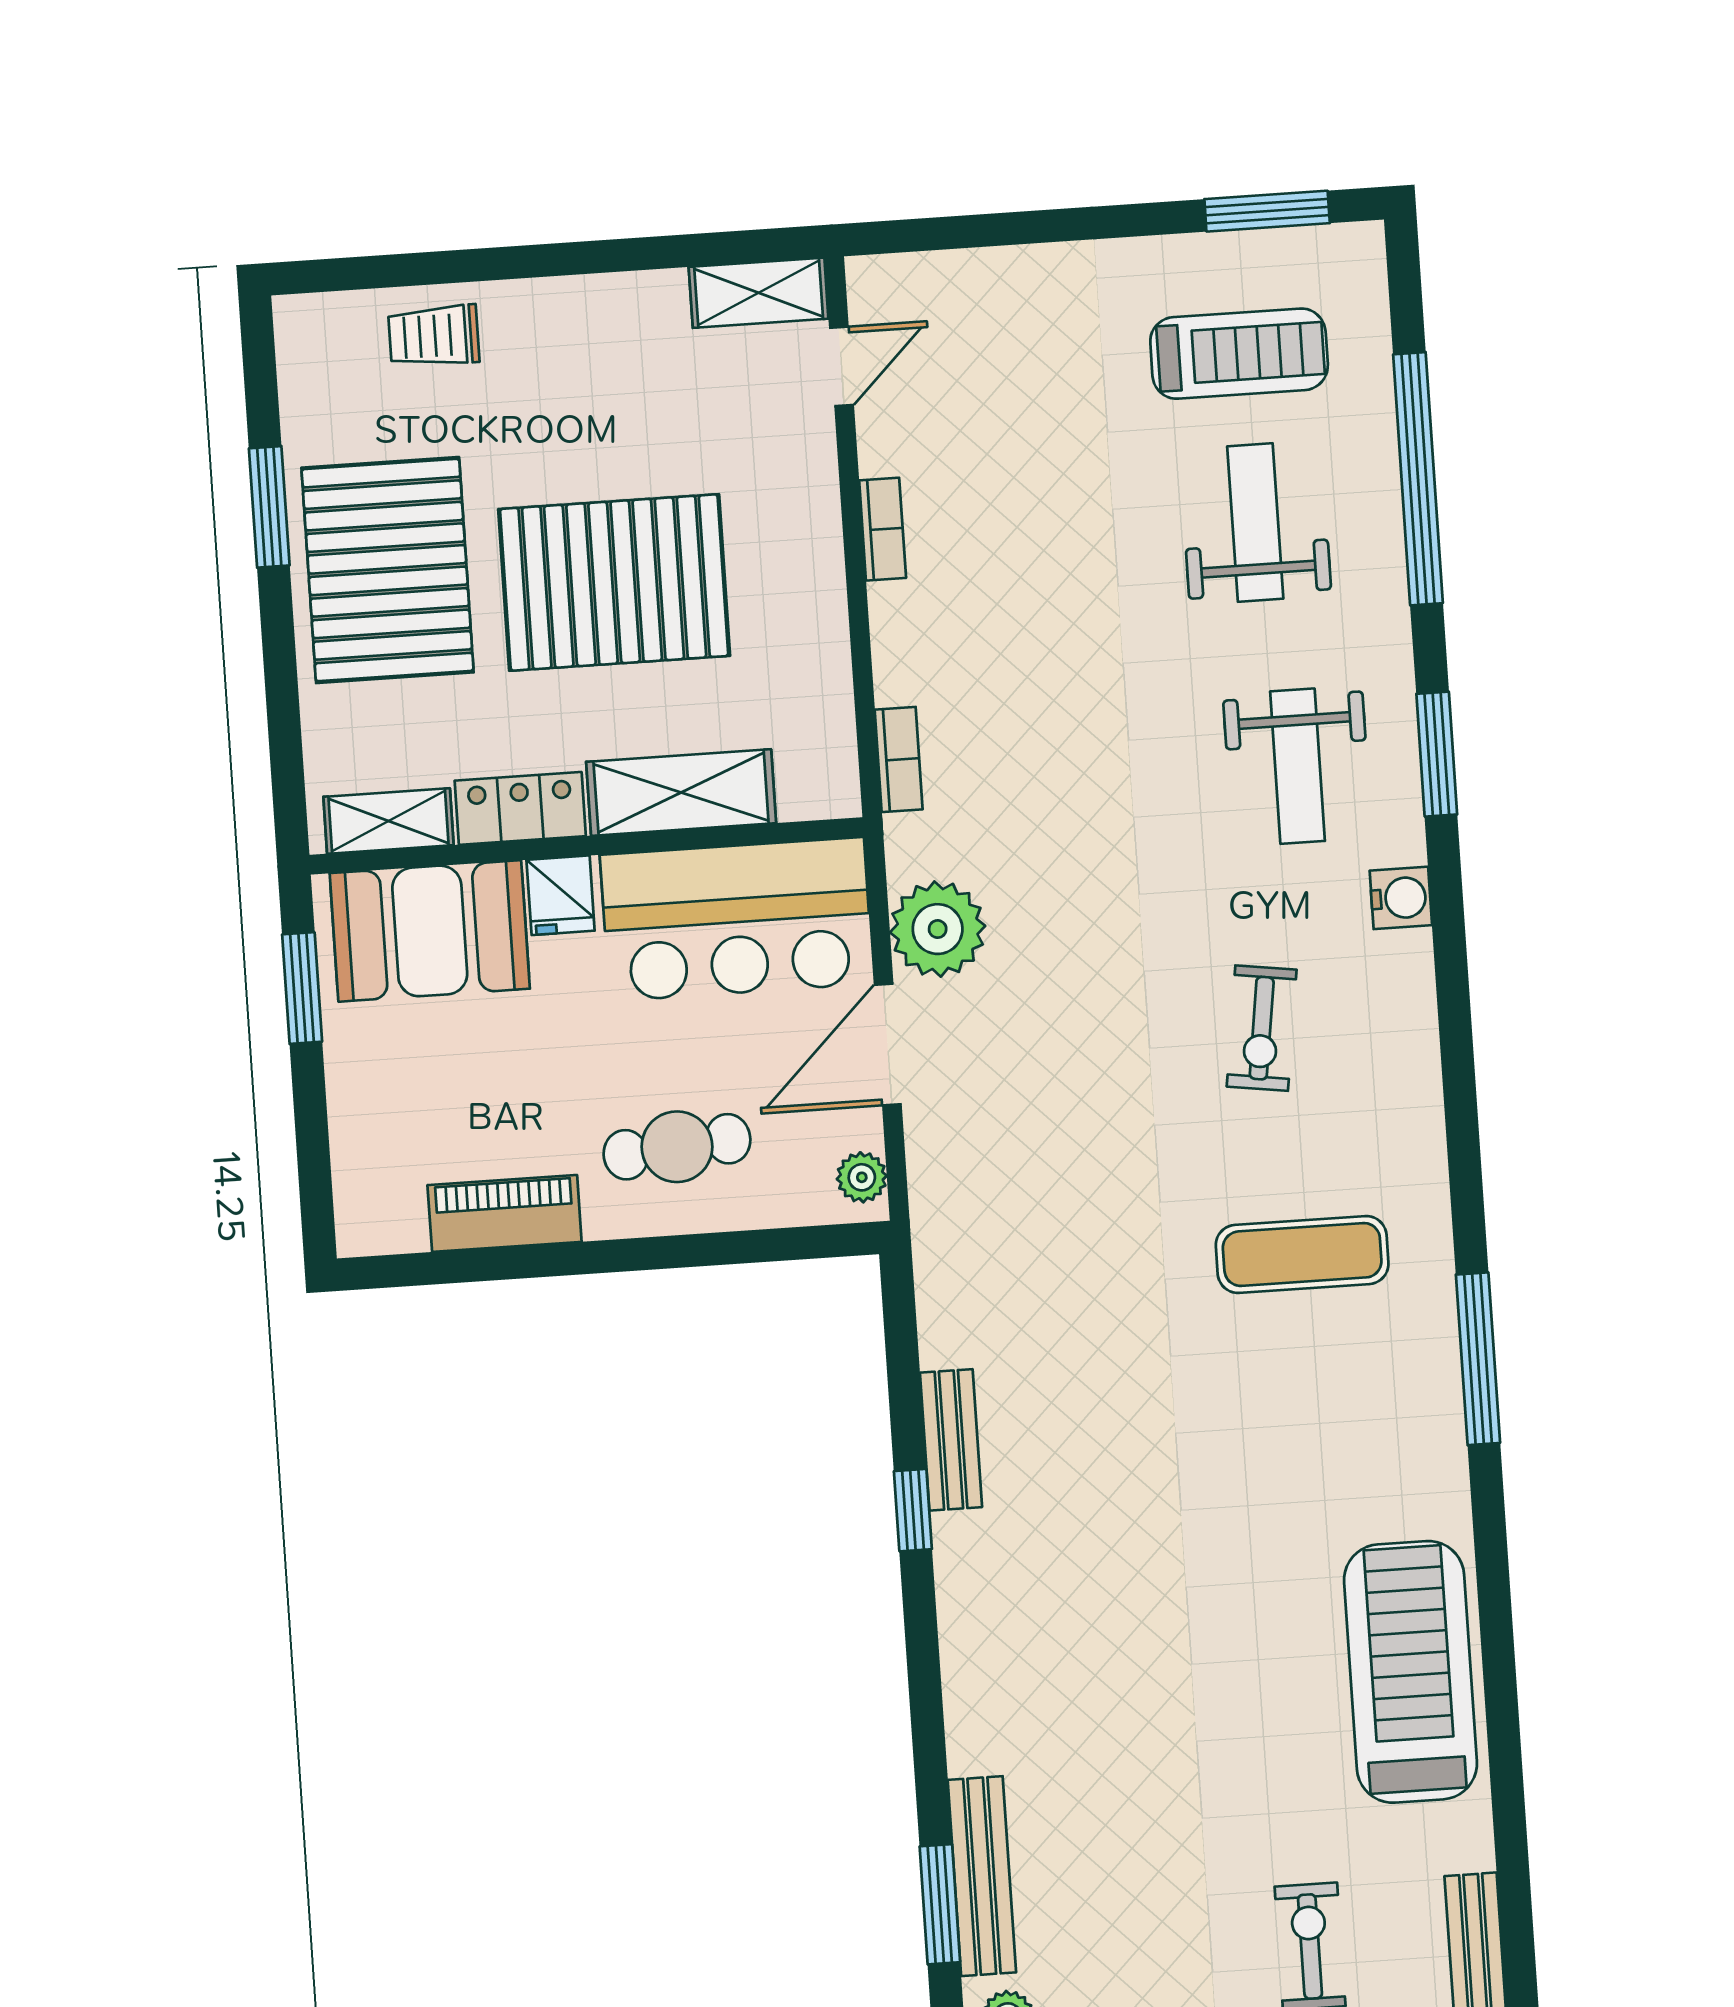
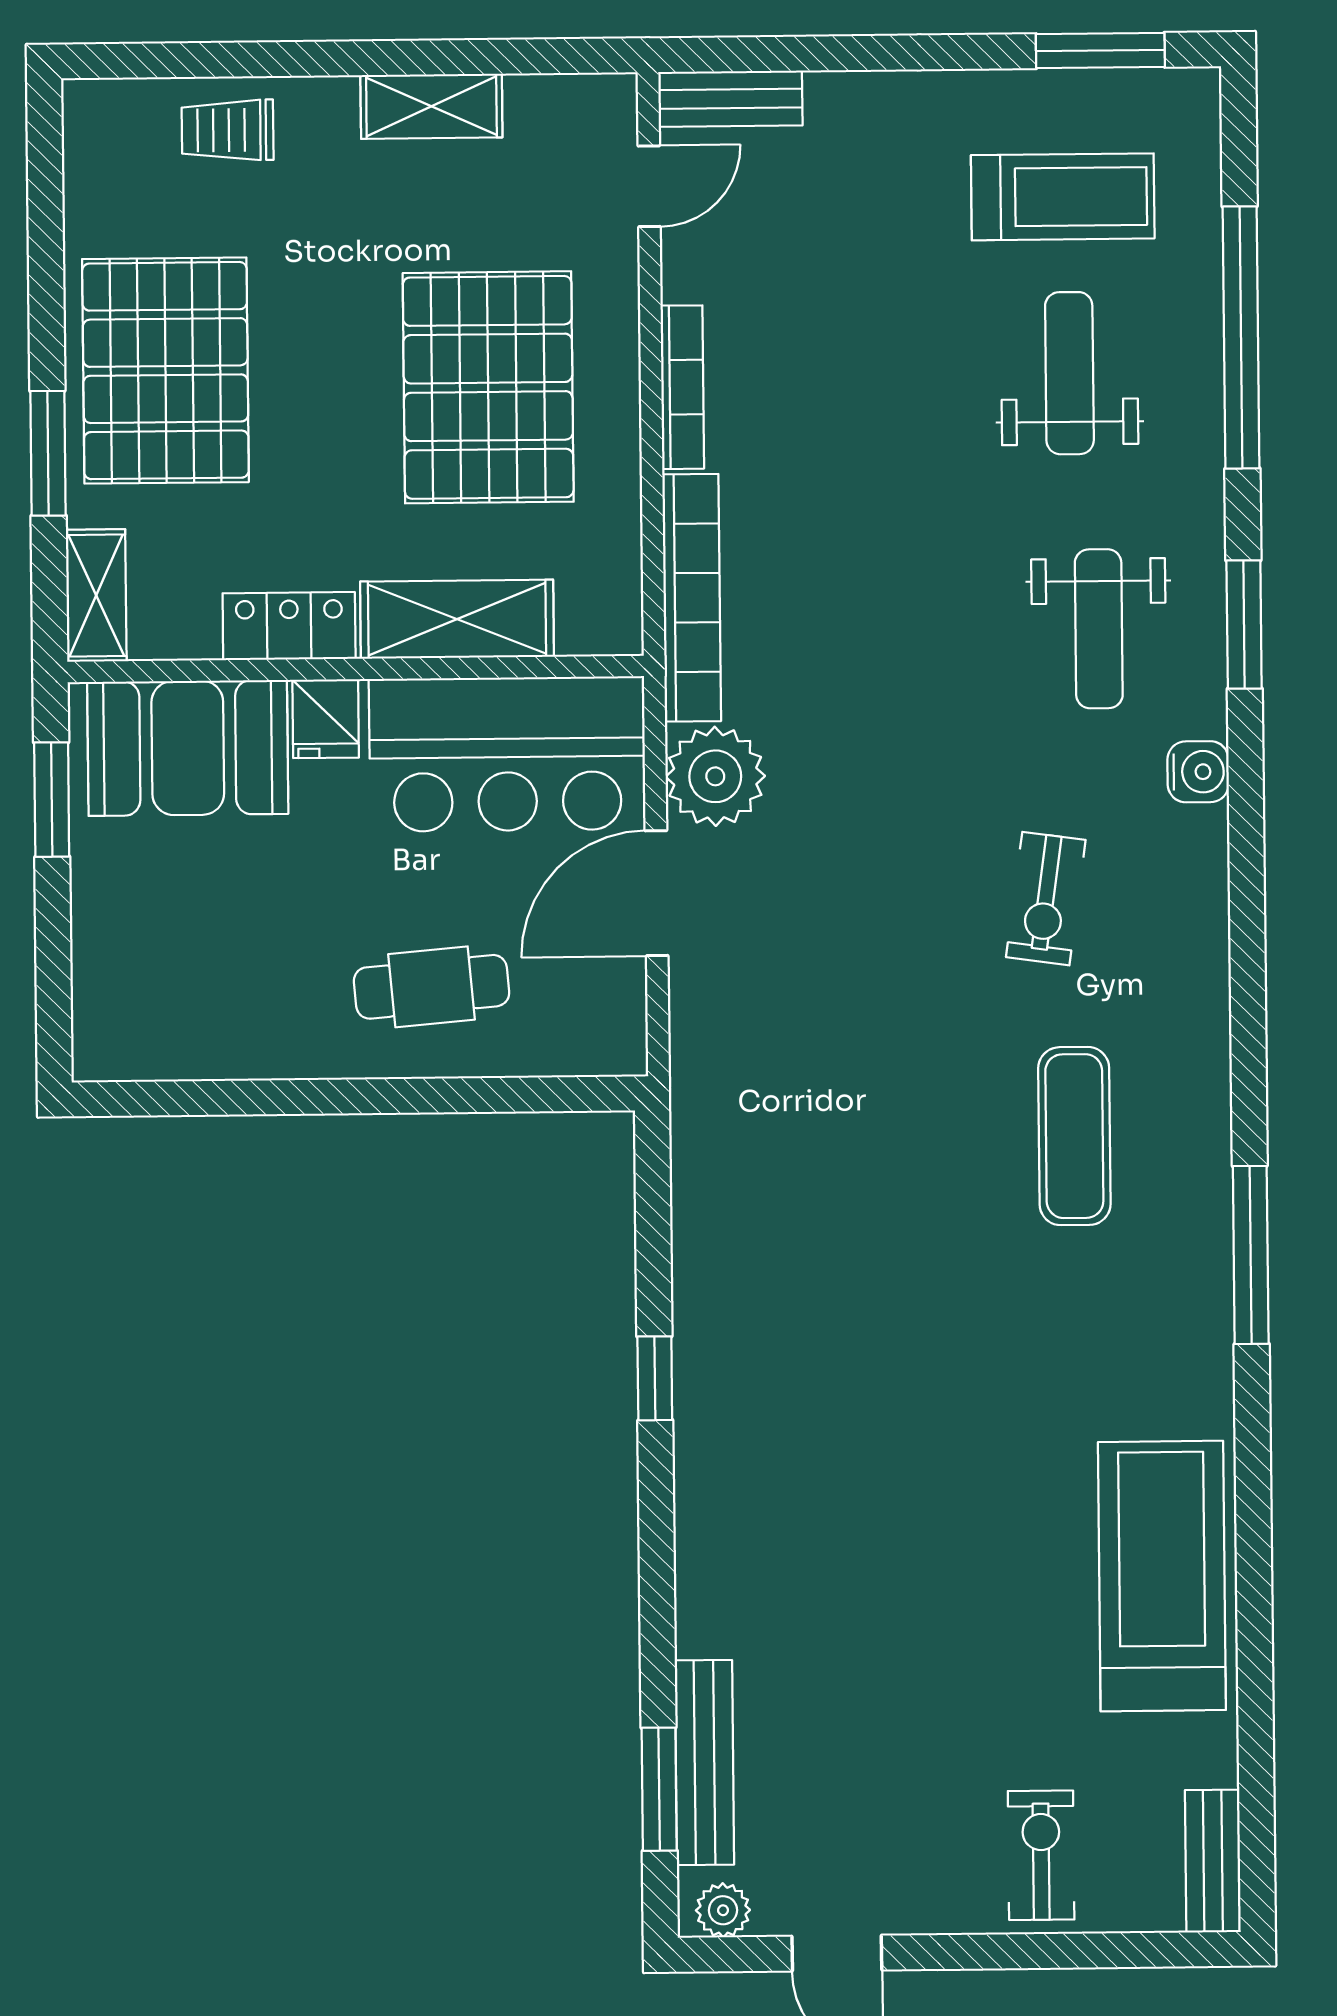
shelving: (759, 293) -> (431, 106), moved
window: (269, 507) -> (48, 453), moved
bookcase: (883, 529) -> (682, 387), width x1.56
pallet: (614, 582) -> (488, 387), moved, turned 90
bookcase: (899, 759) -> (692, 598), width x2.31, depth x1.31
shelving: (389, 821) -> (96, 596), moved, turned 90
plant: (862, 1177) -> (622, 1030), removed
piano: (505, 1213) -> (248, 1046), removed
exercise mat: (1302, 1254) -> (1074, 1136), turned 90
bench: (951, 1440) -> (730, 99), moved, turned 90

